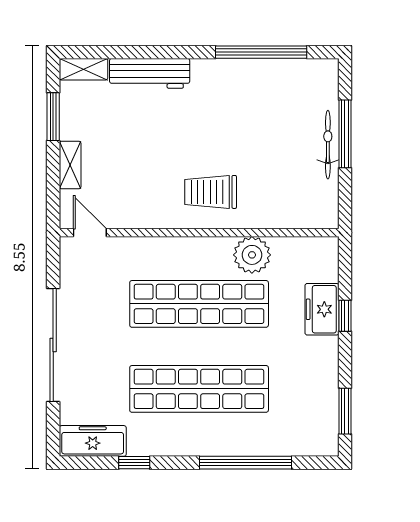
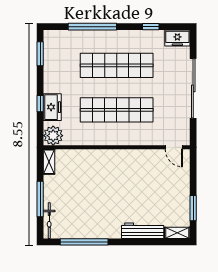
bicycle: (328, 145) -> (49, 221), moved
shelving: (70, 165) -> (49, 162), moved
trolley: (211, 192) -> (111, 169), removed
plant: (252, 255) -> (53, 136), moved
freezer: (93, 441) -> (177, 38), width x0.71

